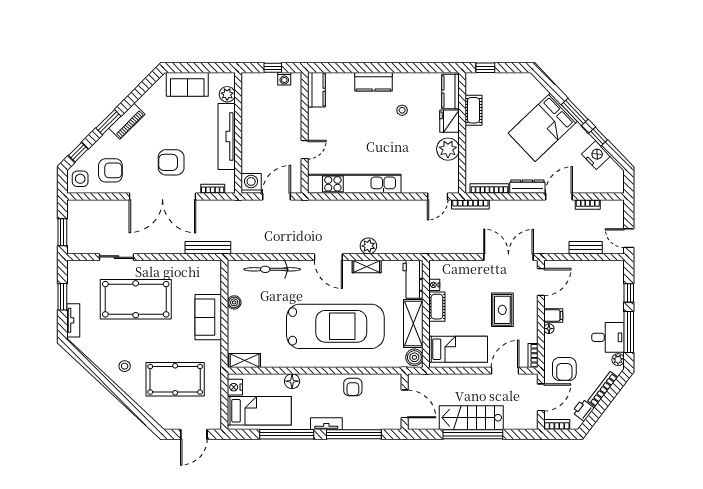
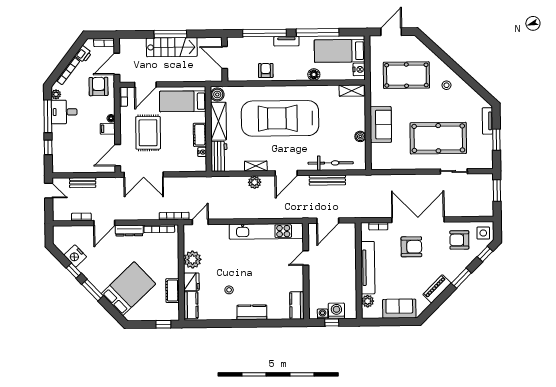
piano: (127, 121) -> (437, 289), moved
bed: (543, 127) -> (128, 289), moved
washing machine: (251, 183) -> (336, 311), moved, turned 180
bench: (208, 248) -> (327, 180), moved
door: (328, 257) -> (286, 173), swing flipped
rug: (502, 310) -> (148, 133), width x1.36, depth x1.43
window: (473, 434) -> (170, 34), width x0.68

